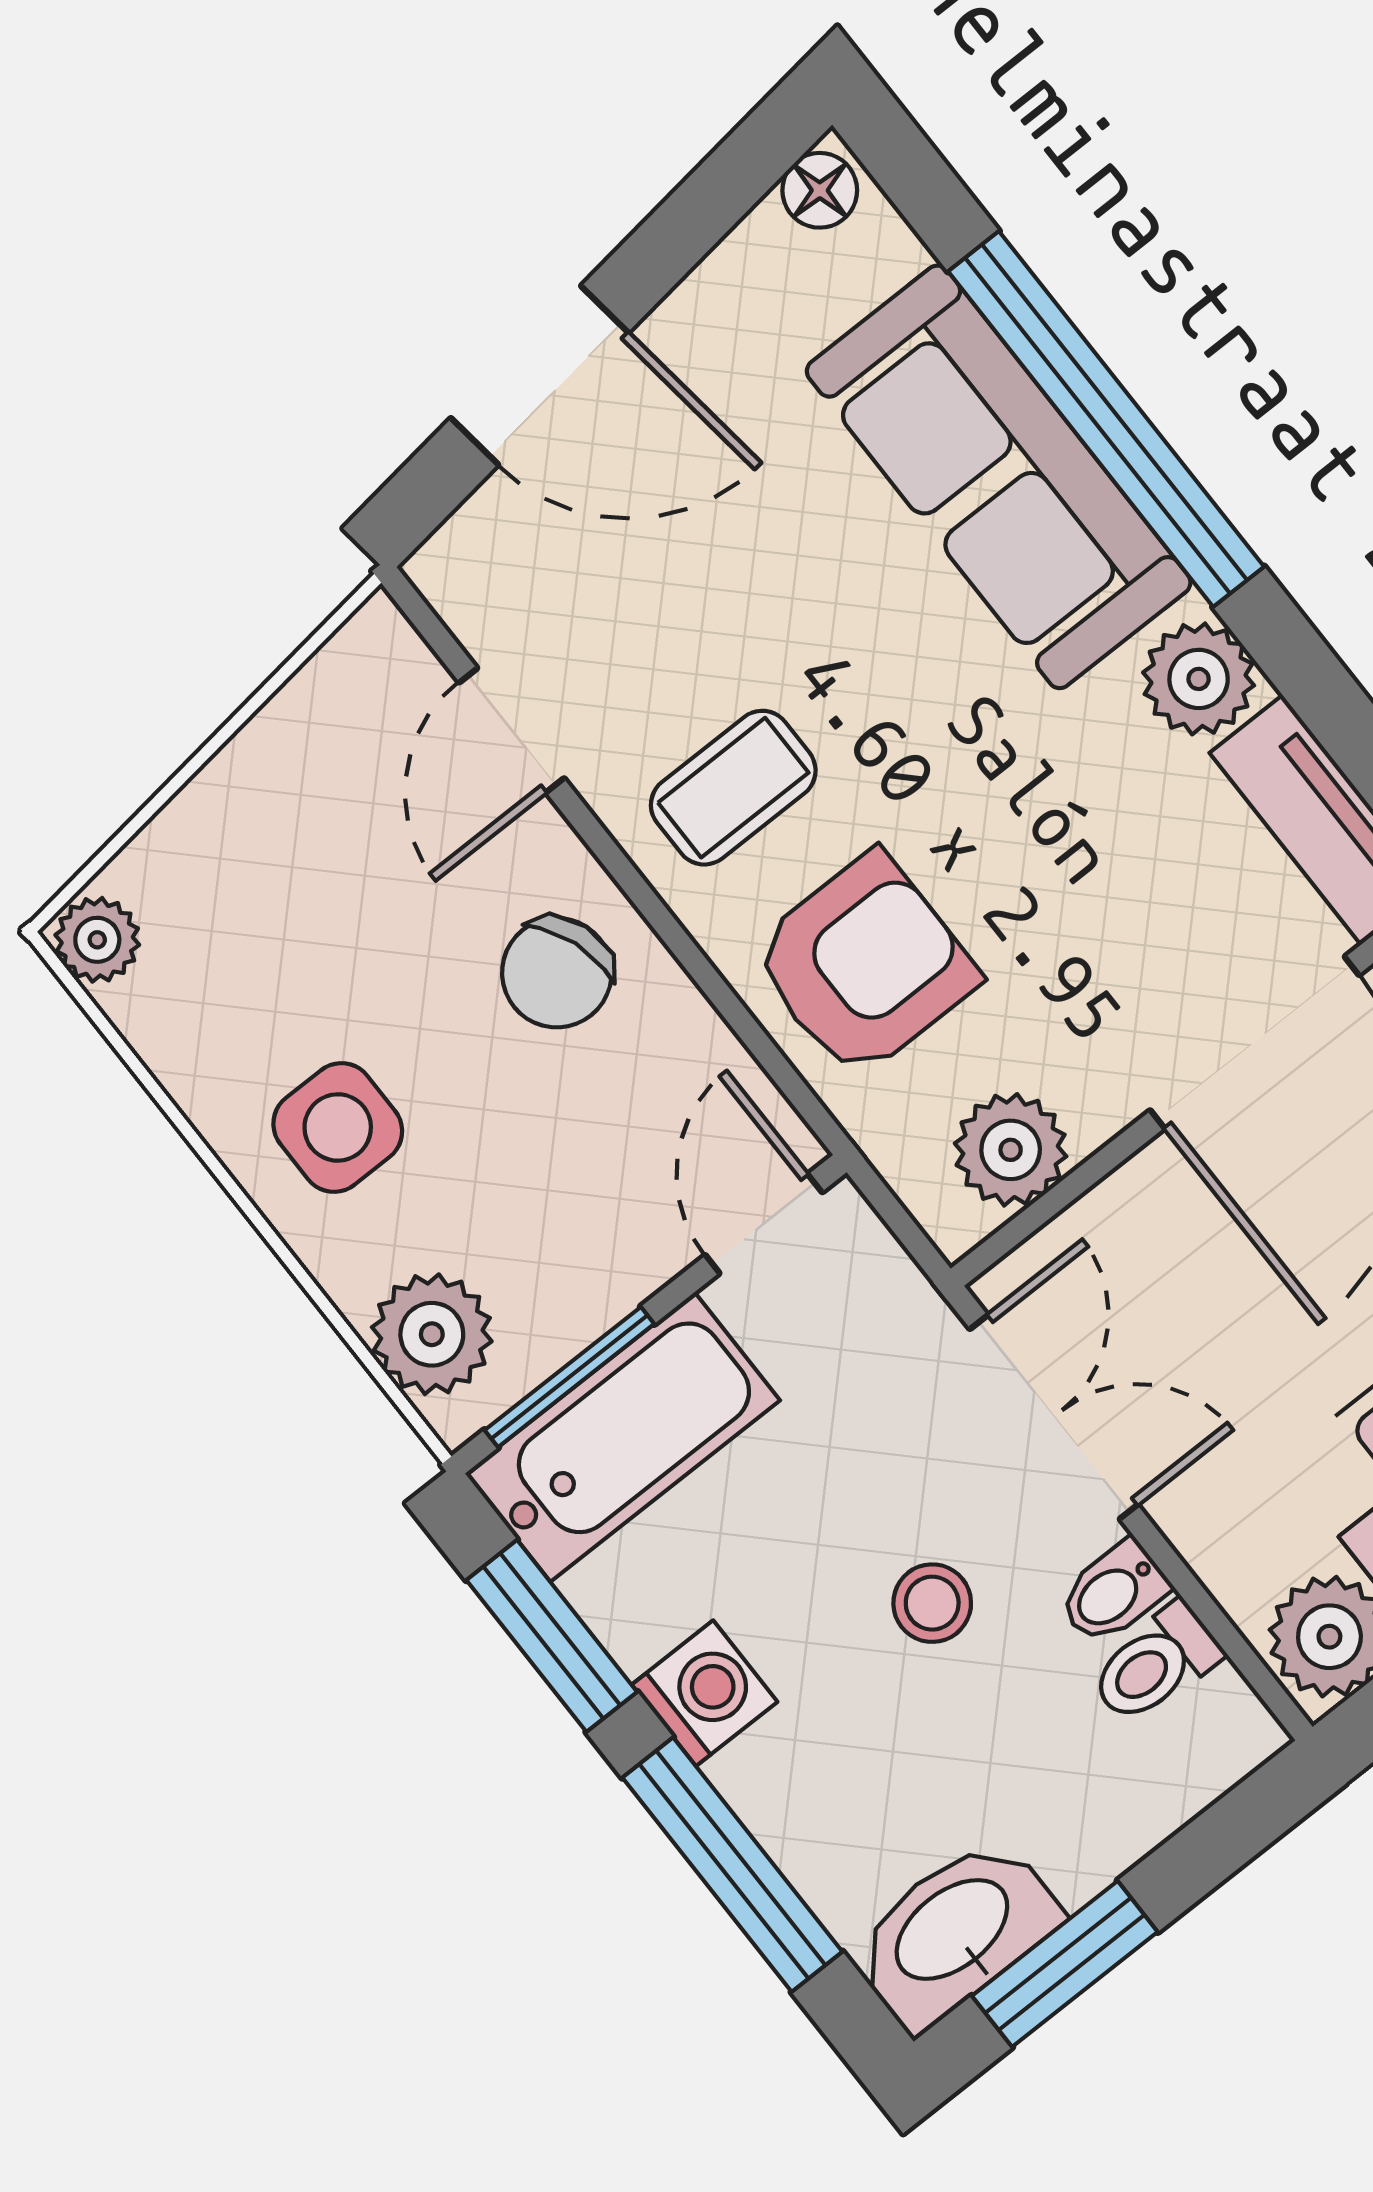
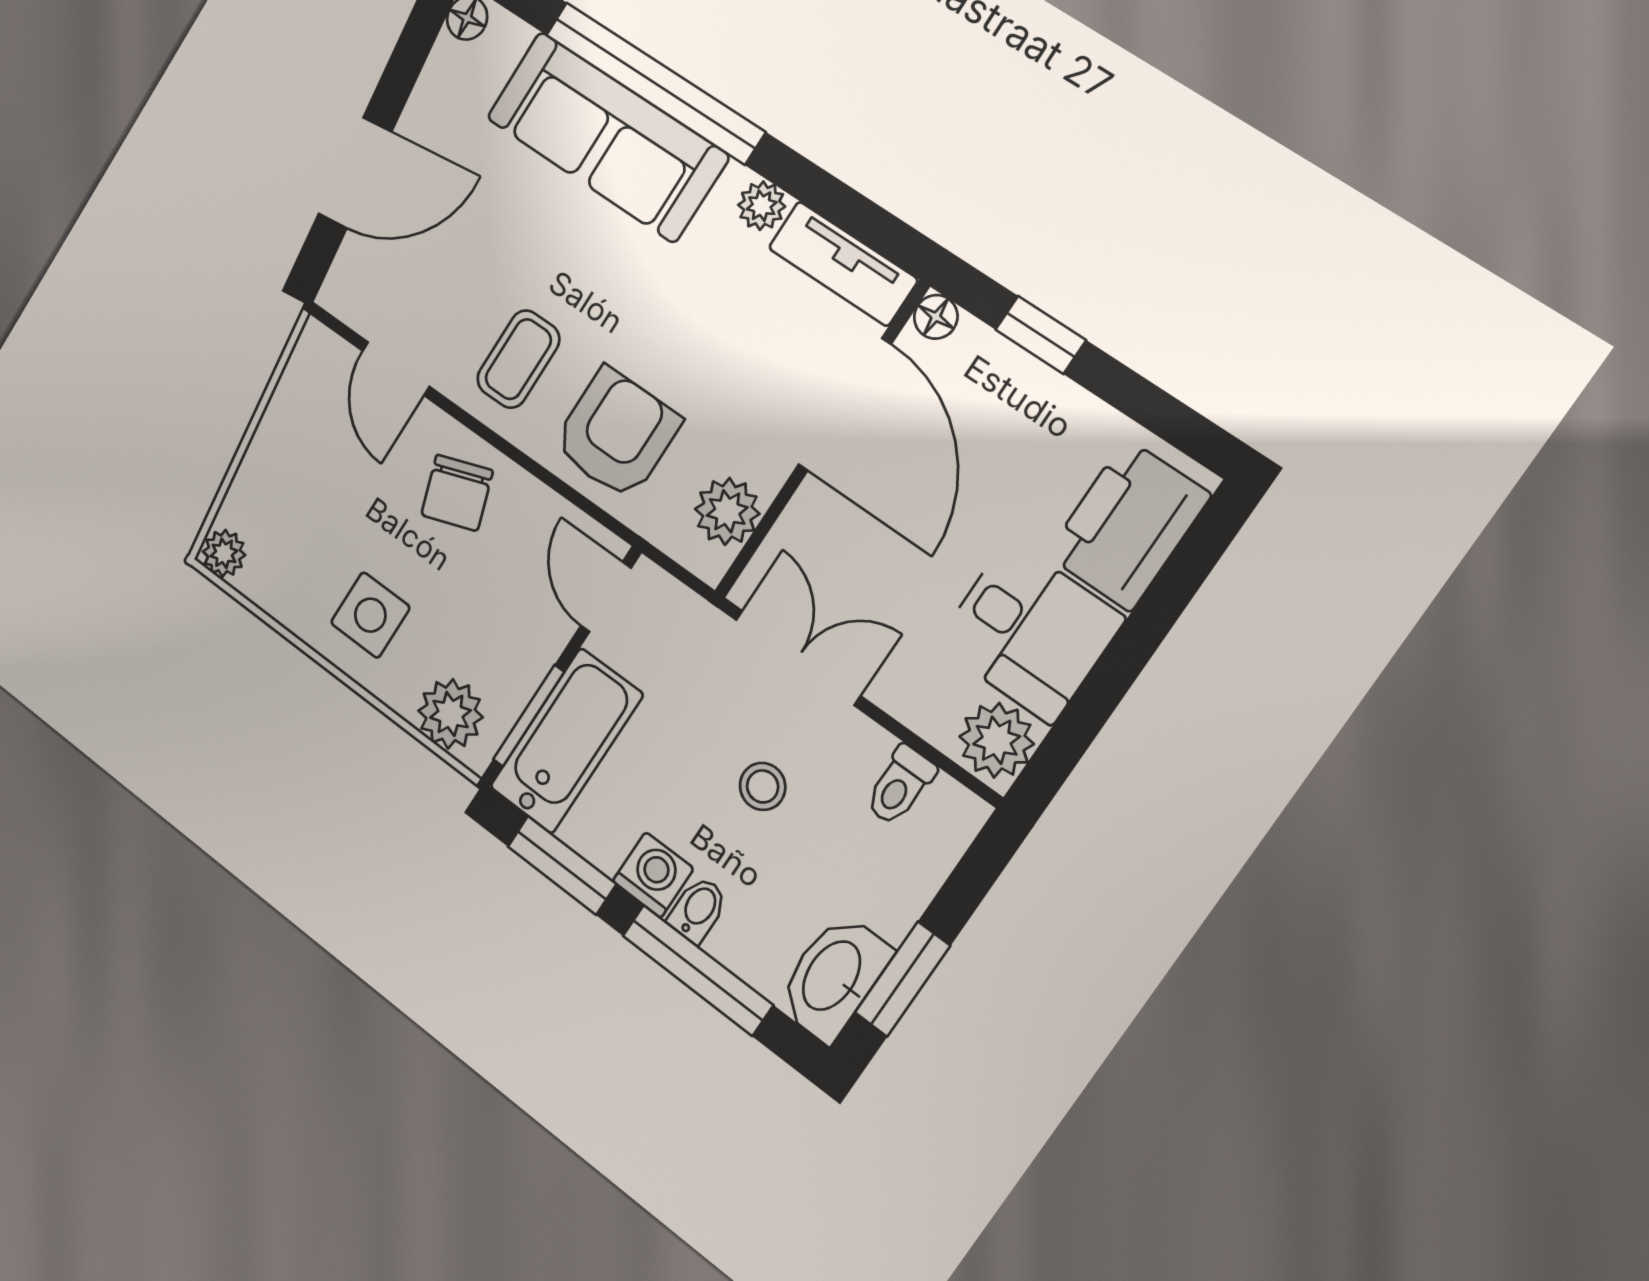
plant: (1199, 679) -> (762, 206), width x0.73, depth x0.73
bidet: (1113, 1593) -> (698, 909), moved, turned 180

